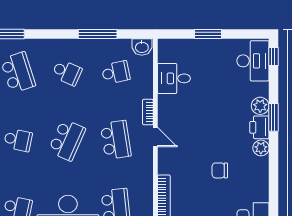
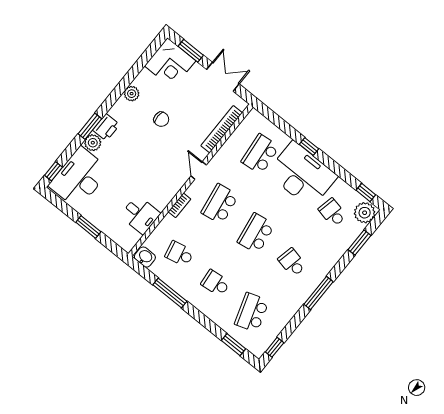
desk: (253, 61) -> (79, 178), width x1.36, depth x1.30
school desk: (67, 72) -> (216, 283), turned -30
door: (155, 137) -> (199, 171), moved
school desk: (67, 140) -> (256, 233), turned -33
plant: (261, 148) -> (132, 94), moved

